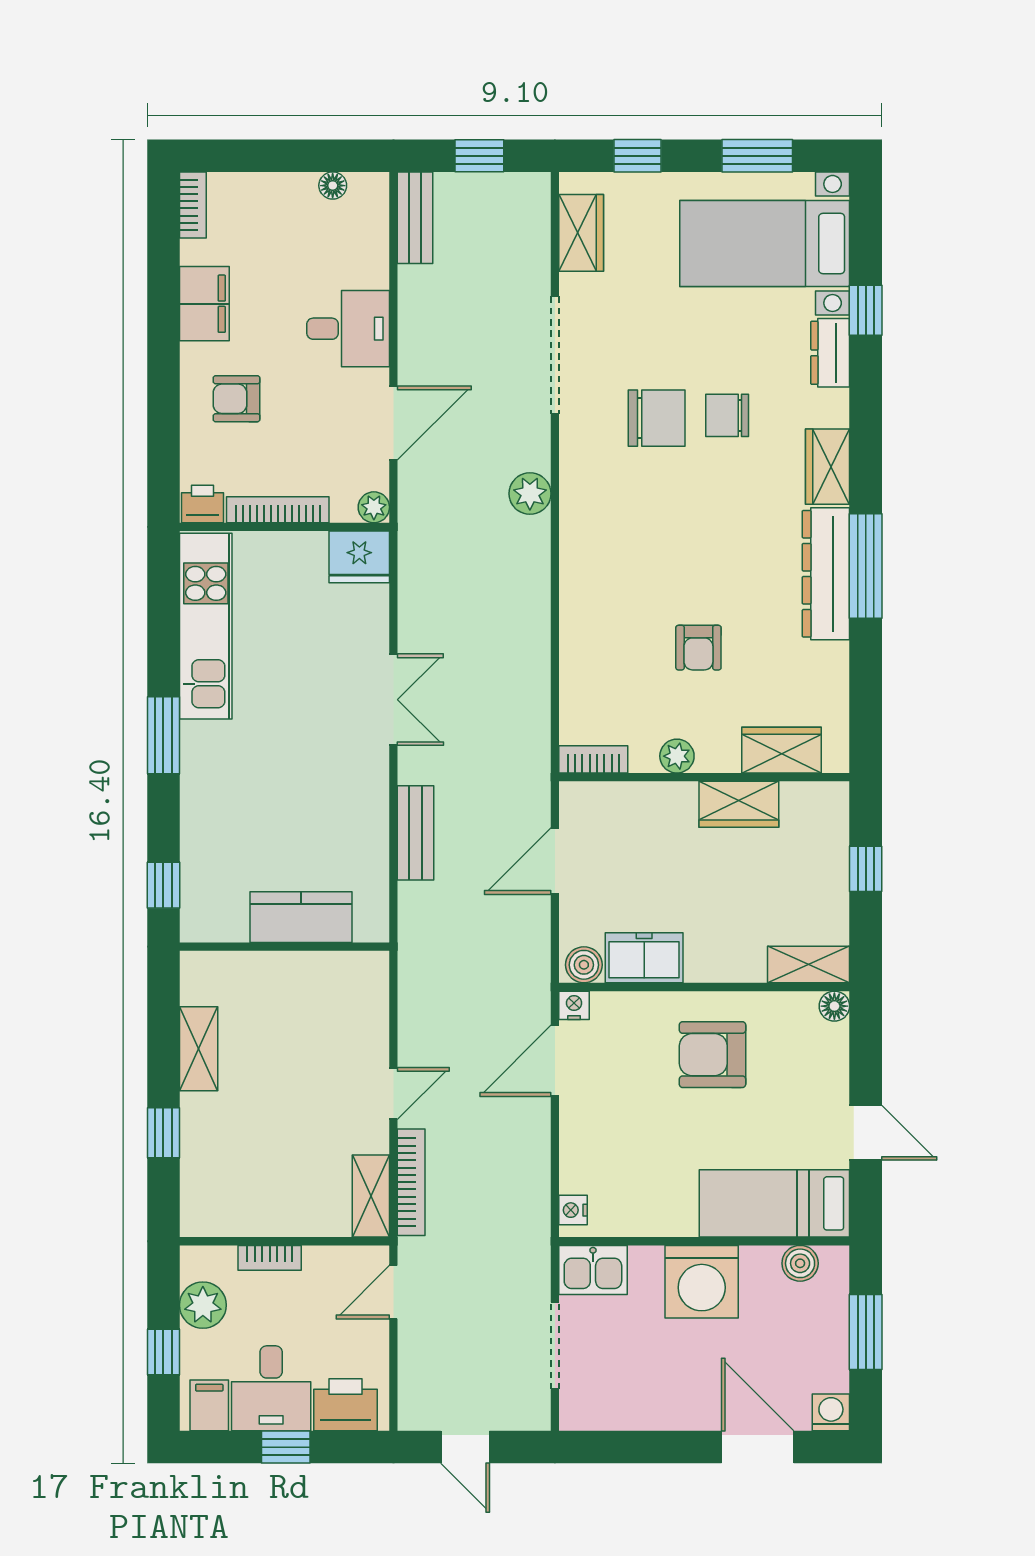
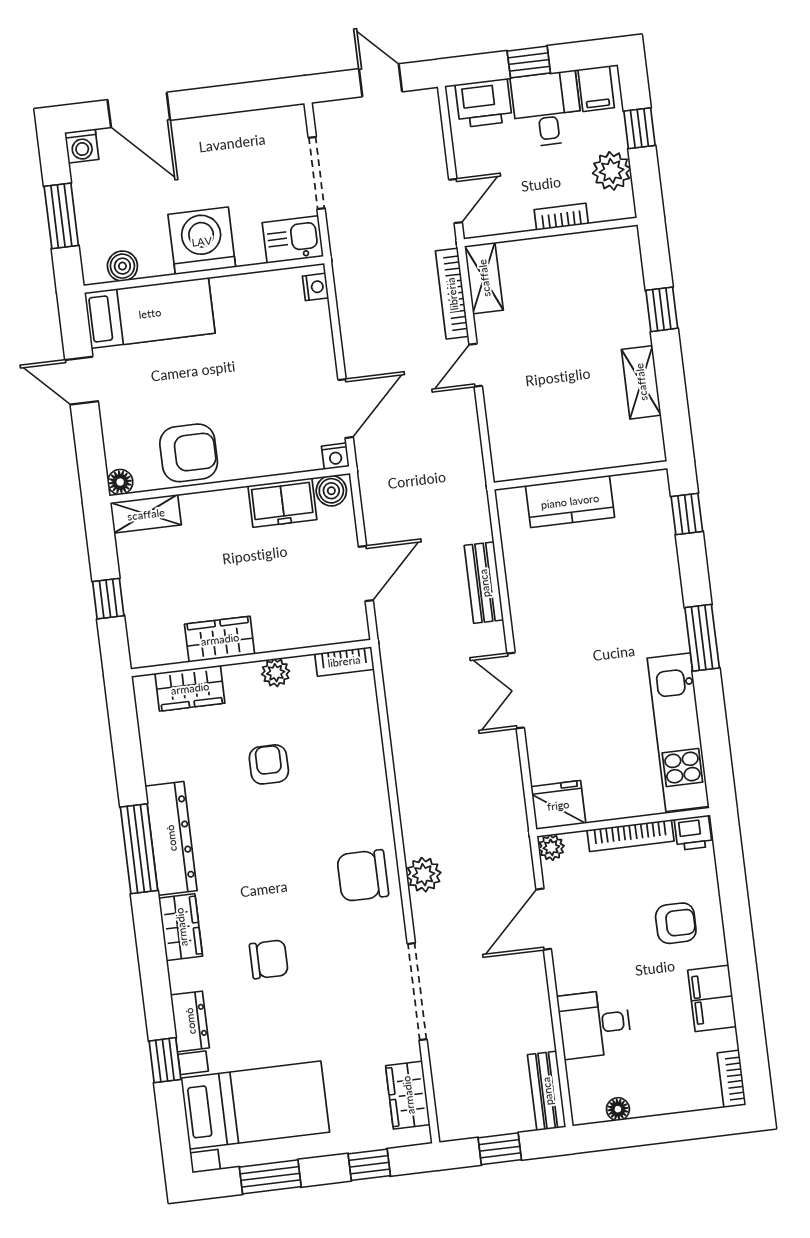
desk: (348, 329) -> (595, 1024), moved
chair: (657, 418) -> (363, 876), moved
armchair: (713, 1055) -> (189, 453), moved

